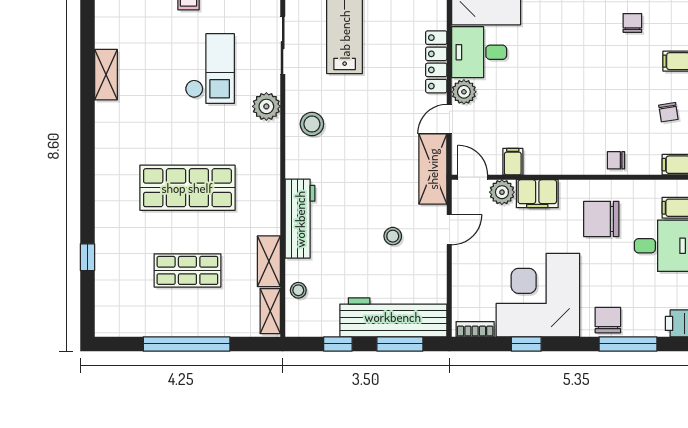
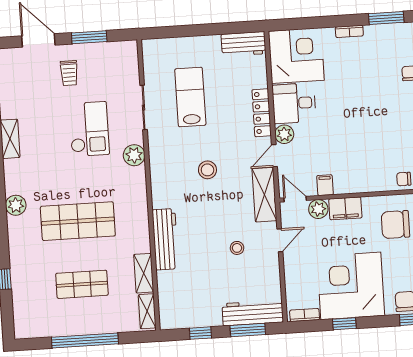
stool: (312, 124) -> (207, 170), moved
plant: (108, 162) -> (16, 205), added
stool: (298, 290) -> (168, 294), removed
workbench: (393, 317) -> (253, 313), width x0.73, depth x0.76

